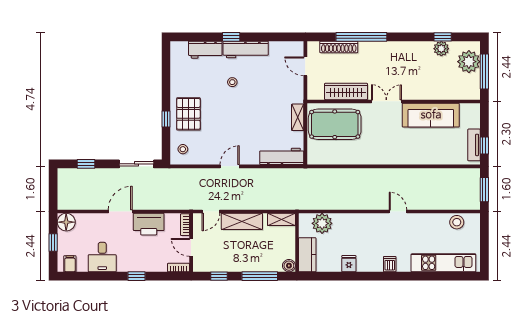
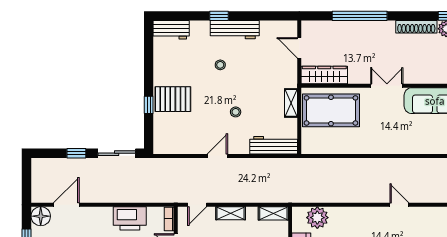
shoe rack: (339, 47) -> (416, 27), moved
workbench: (205, 50) -> (171, 30), moved
wardrobe: (346, 91) -> (324, 75), moved
pallet: (188, 114) -> (173, 99), turned 90
stool: (183, 149) -> (236, 112), moved
window: (86, 164) -> (76, 153), moved
door: (120, 212) -> (66, 205), moved
shelving: (242, 221) -> (231, 213), width x0.67, depth x0.75

